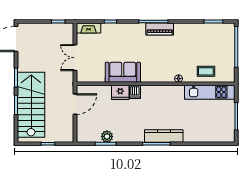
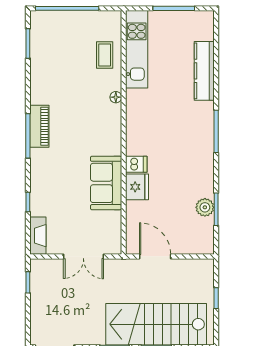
kitchen counter: (164, 136) -> (204, 71), moved

